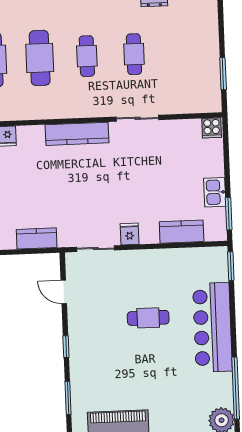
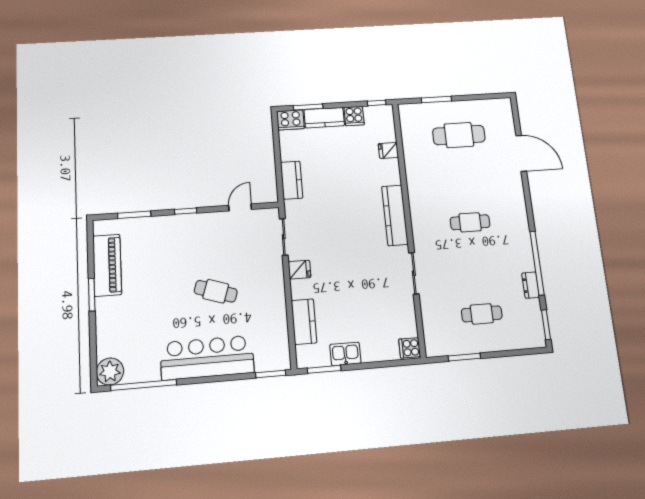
cafe table: (134, 54) -> (482, 314), moved
cafe table: (40, 58) -> (464, 178), removed
cafe table: (148, 318) -> (216, 291), turned -72

